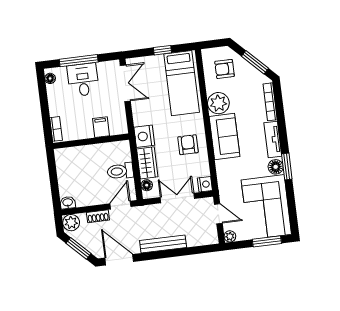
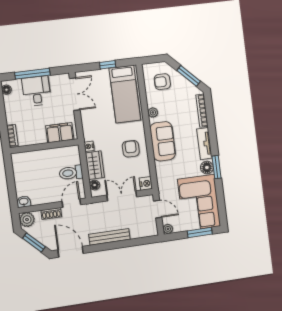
plant: (218, 103) -> (153, 112), width x0.53, depth x0.53
filing cabinet: (101, 127) -> (60, 133), width x2.00
nightstand: (144, 136) -> (89, 146), width x0.53, depth x0.56

